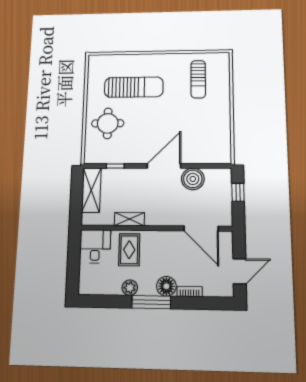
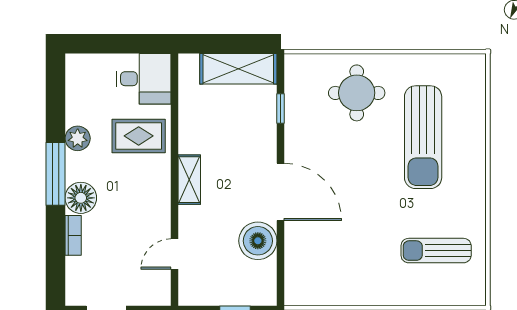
shelving: (129, 219) -> (189, 180), moved
door: (201, 228) -> (175, 254), width x0.53

